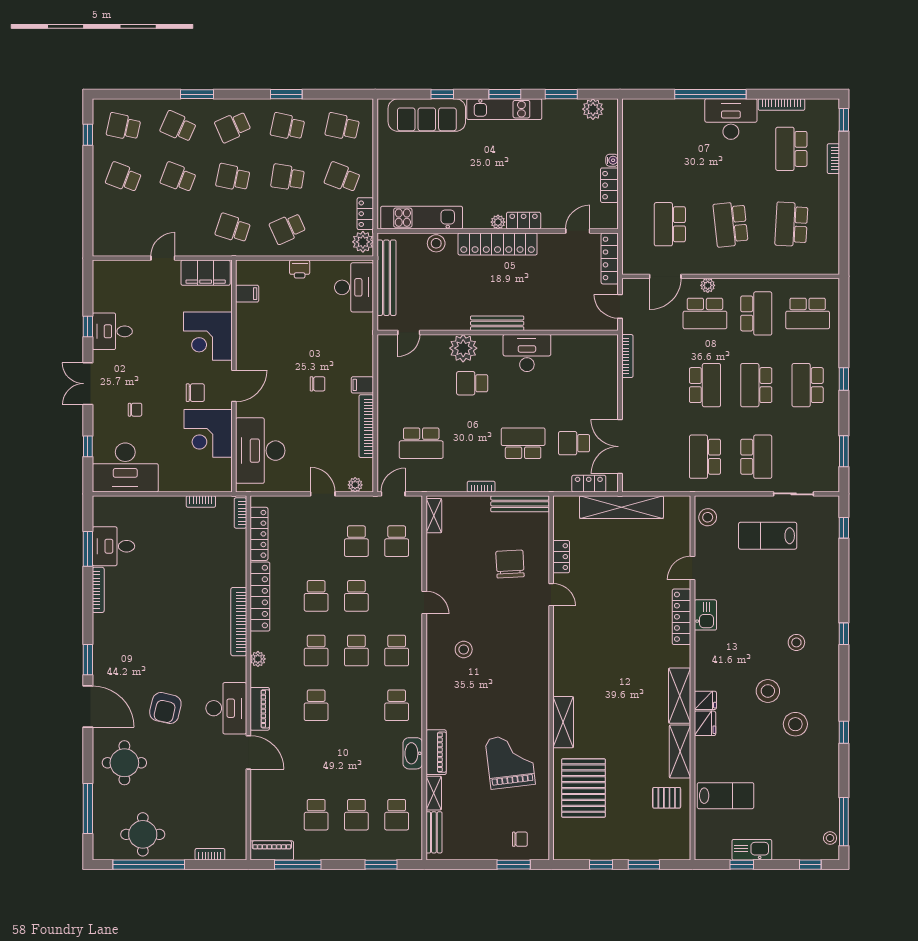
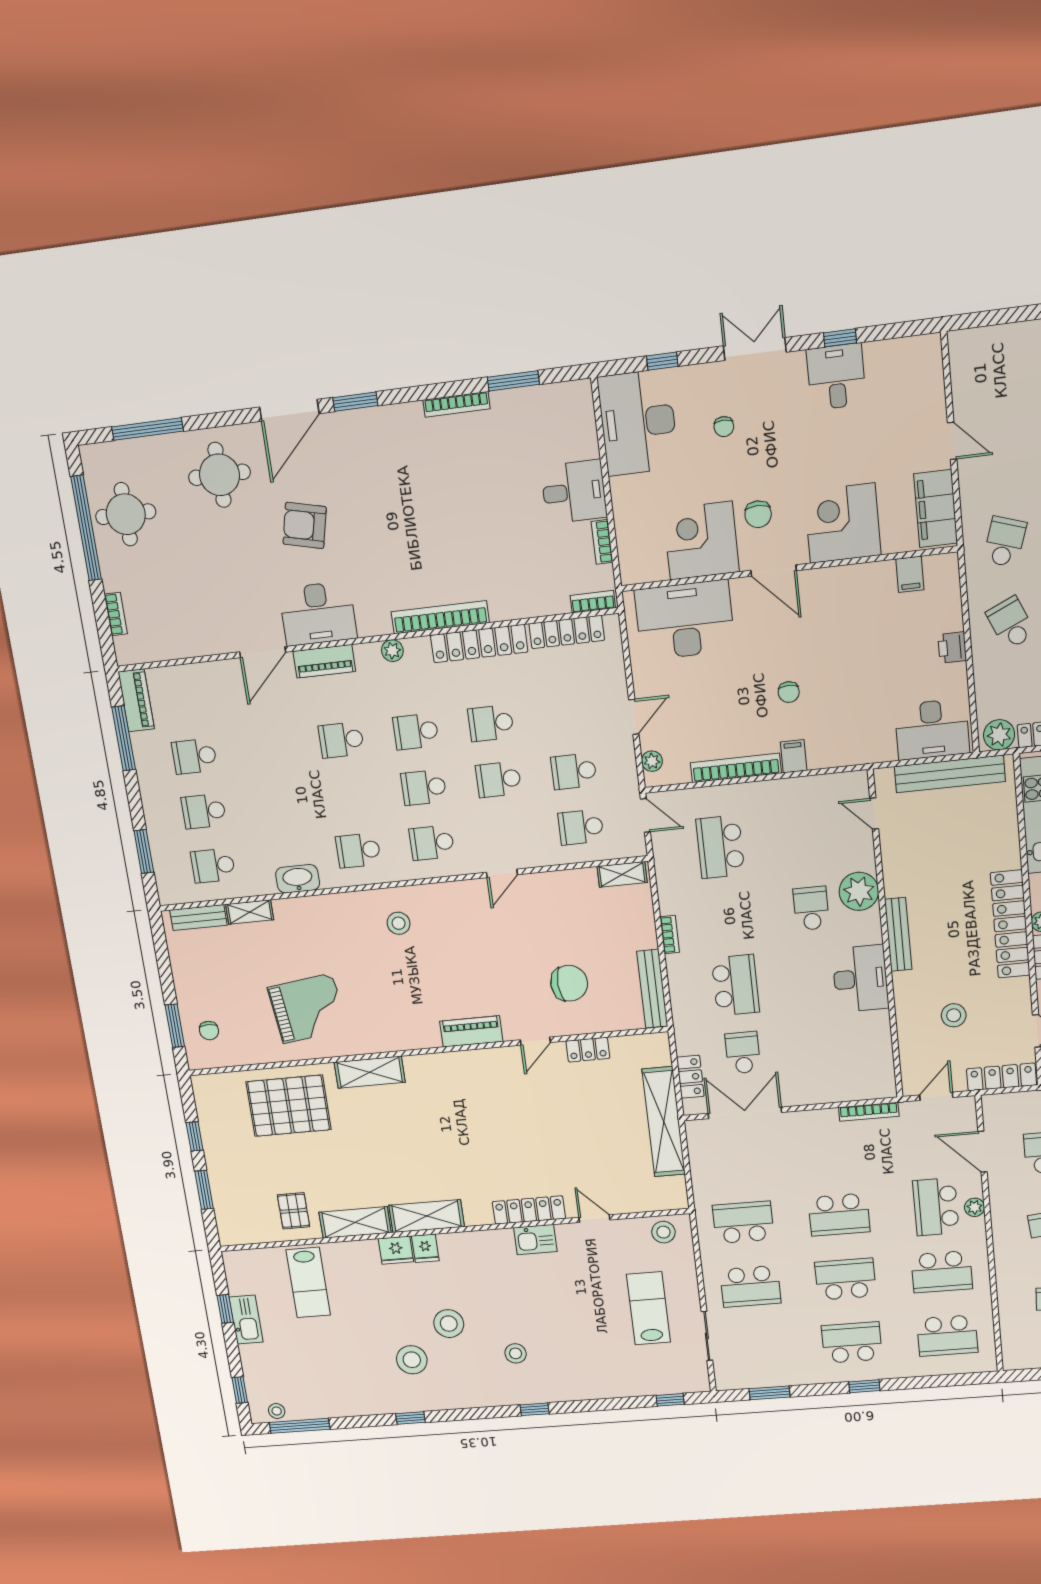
stool: (436, 243) -> (954, 1015), moved
school desk: (808, 313) -> (947, 1336), turned -90
desk: (113, 546) -> (574, 492), moved, turned 90
stool: (464, 649) -> (399, 923), moved
piano: (436, 752) -> (471, 1031), moved, turned 180

